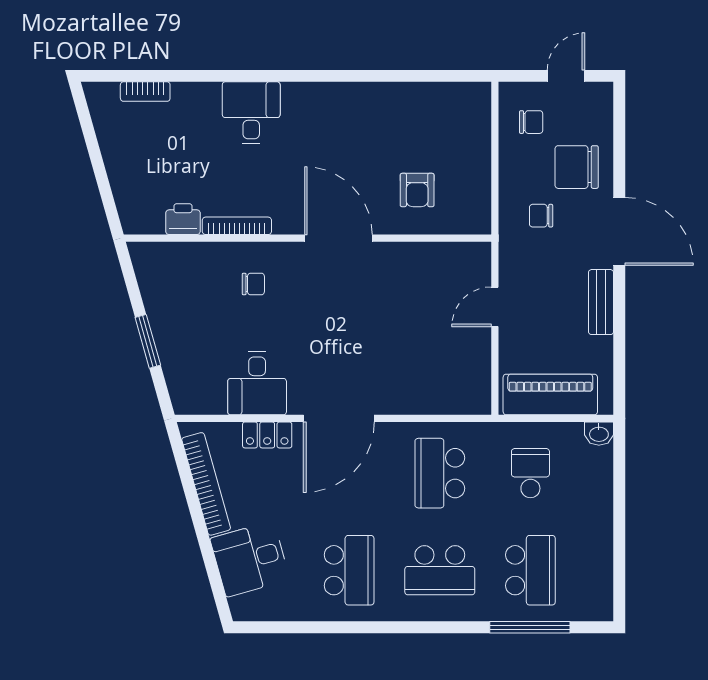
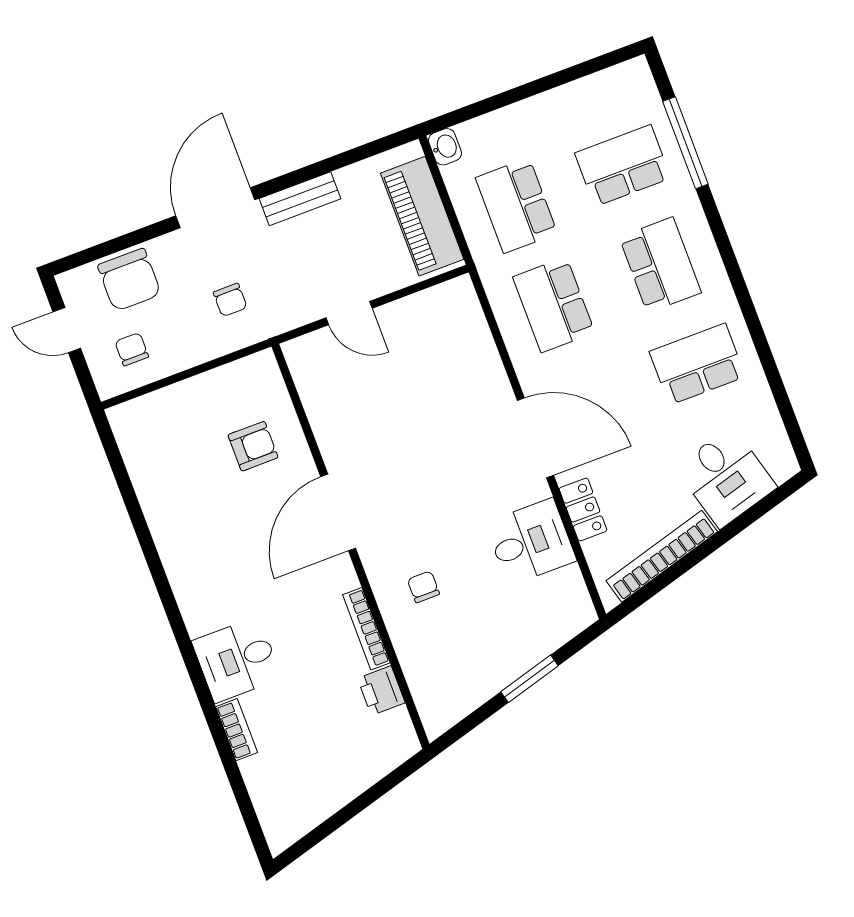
bookcase: (145, 92) -> (237, 730), moved
chair: (577, 167) -> (129, 280), moved
school desk: (440, 473) -> (554, 305), turned 90
school desk: (530, 473) -> (516, 206), width x1.85

